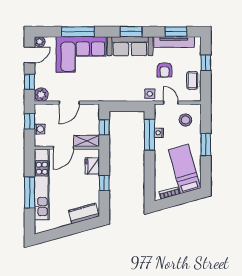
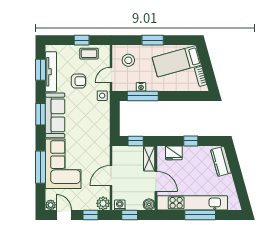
window: (206, 63) -> (82, 40), moved
door: (69, 103) -> (111, 176), swing flipped
washing machine: (40, 129) -> (120, 205), moved
boiler: (40, 141) -> (149, 204), added

